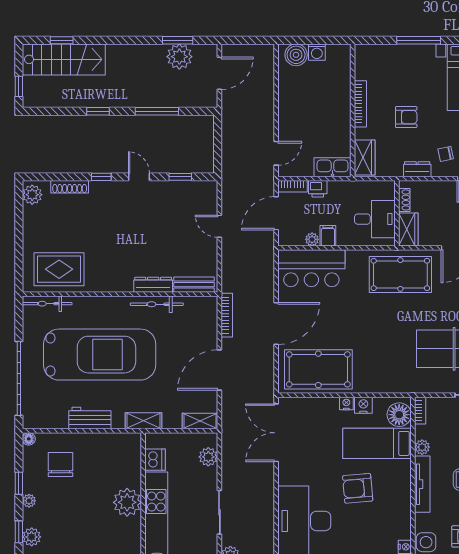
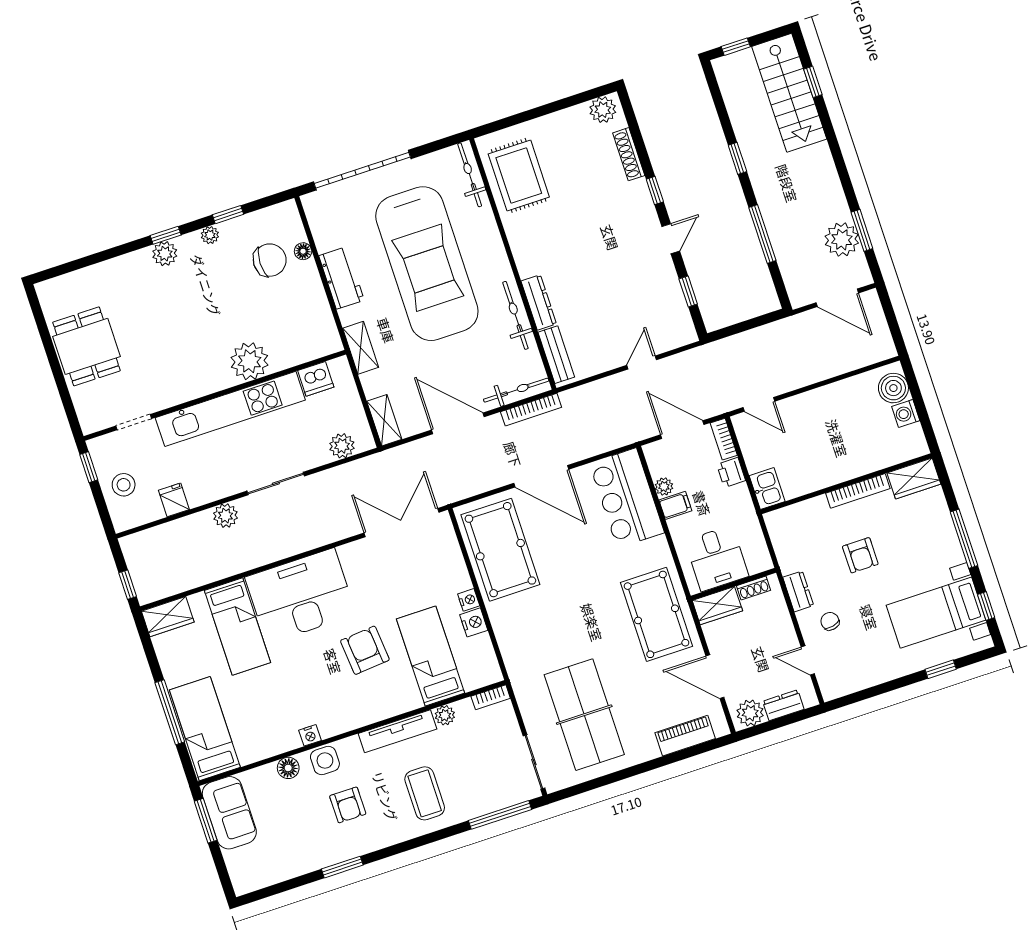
wardrobe: (365, 157) -> (914, 478), moved
kitchen sink: (332, 167) -> (767, 489), width x0.73
bicycle: (210, 321) -> (516, 390), added
floor lamp: (399, 415) -> (477, 672), removed
floor lamp: (29, 439) -> (303, 251), moved

